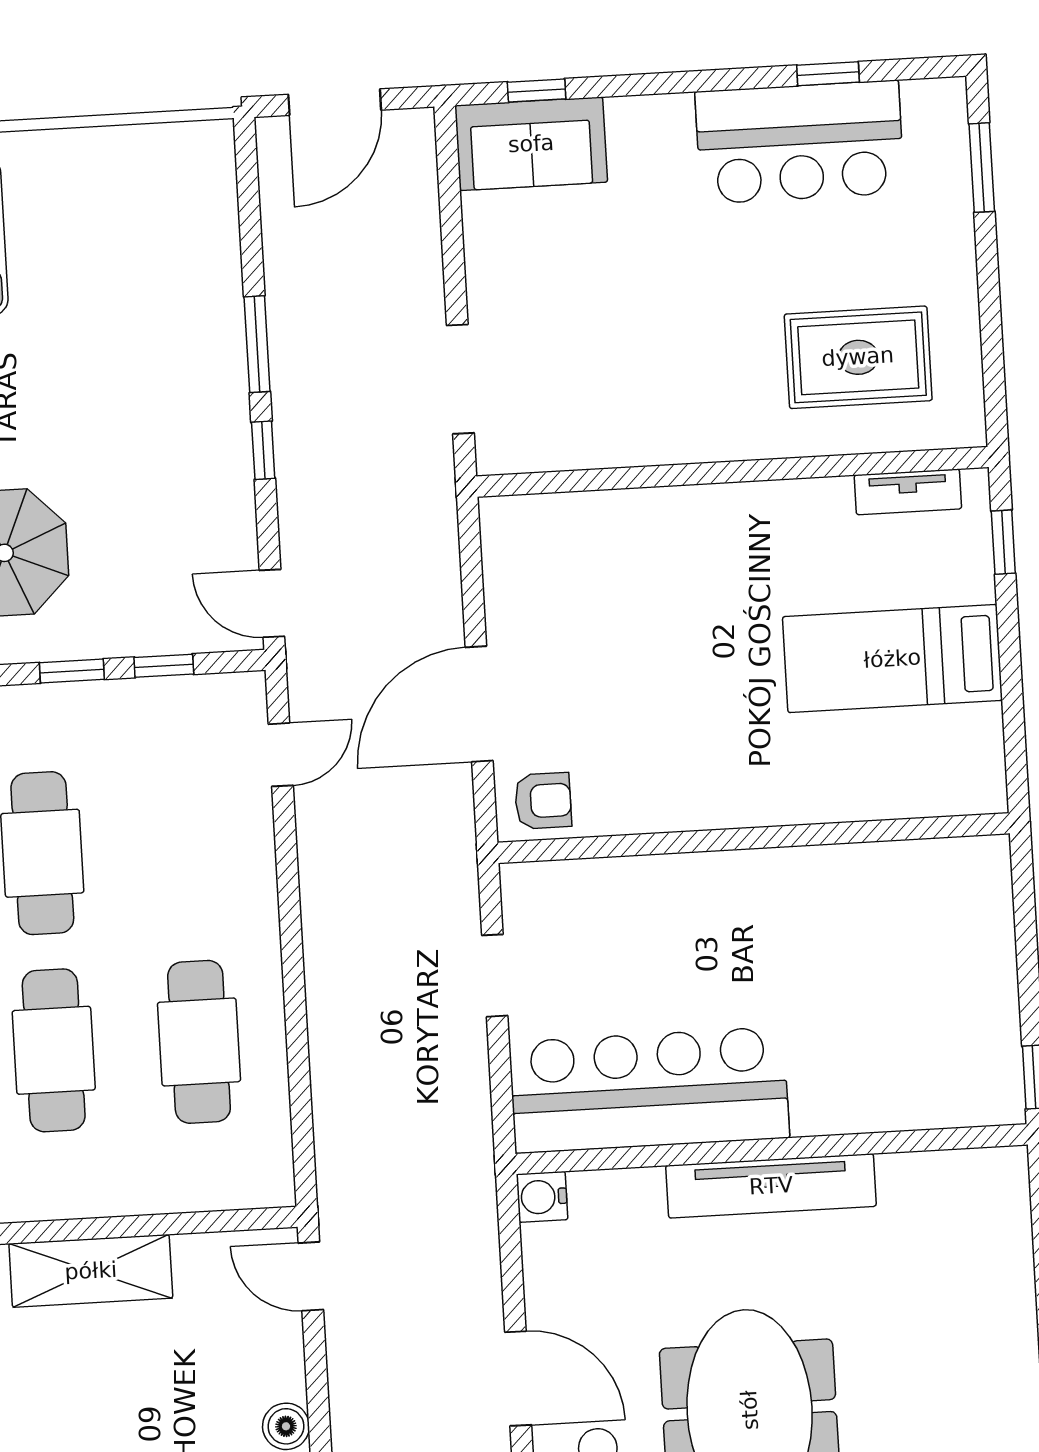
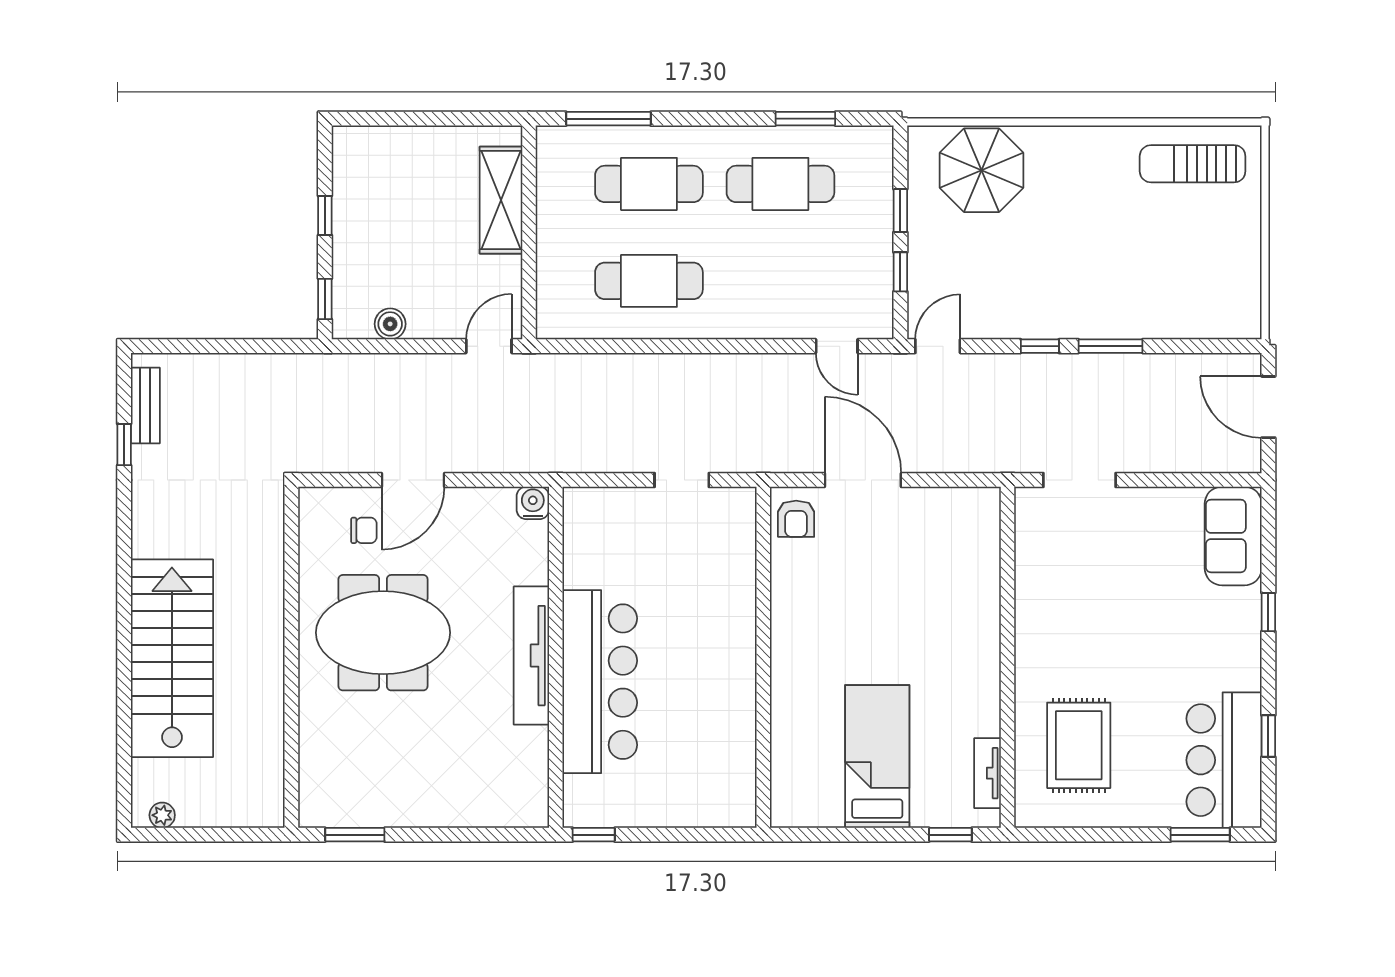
window: (537, 91) -> (1268, 612), moved
bar counter: (800, 142) -> (1224, 760), moved
bar counter: (649, 1090) -> (600, 682), moved

